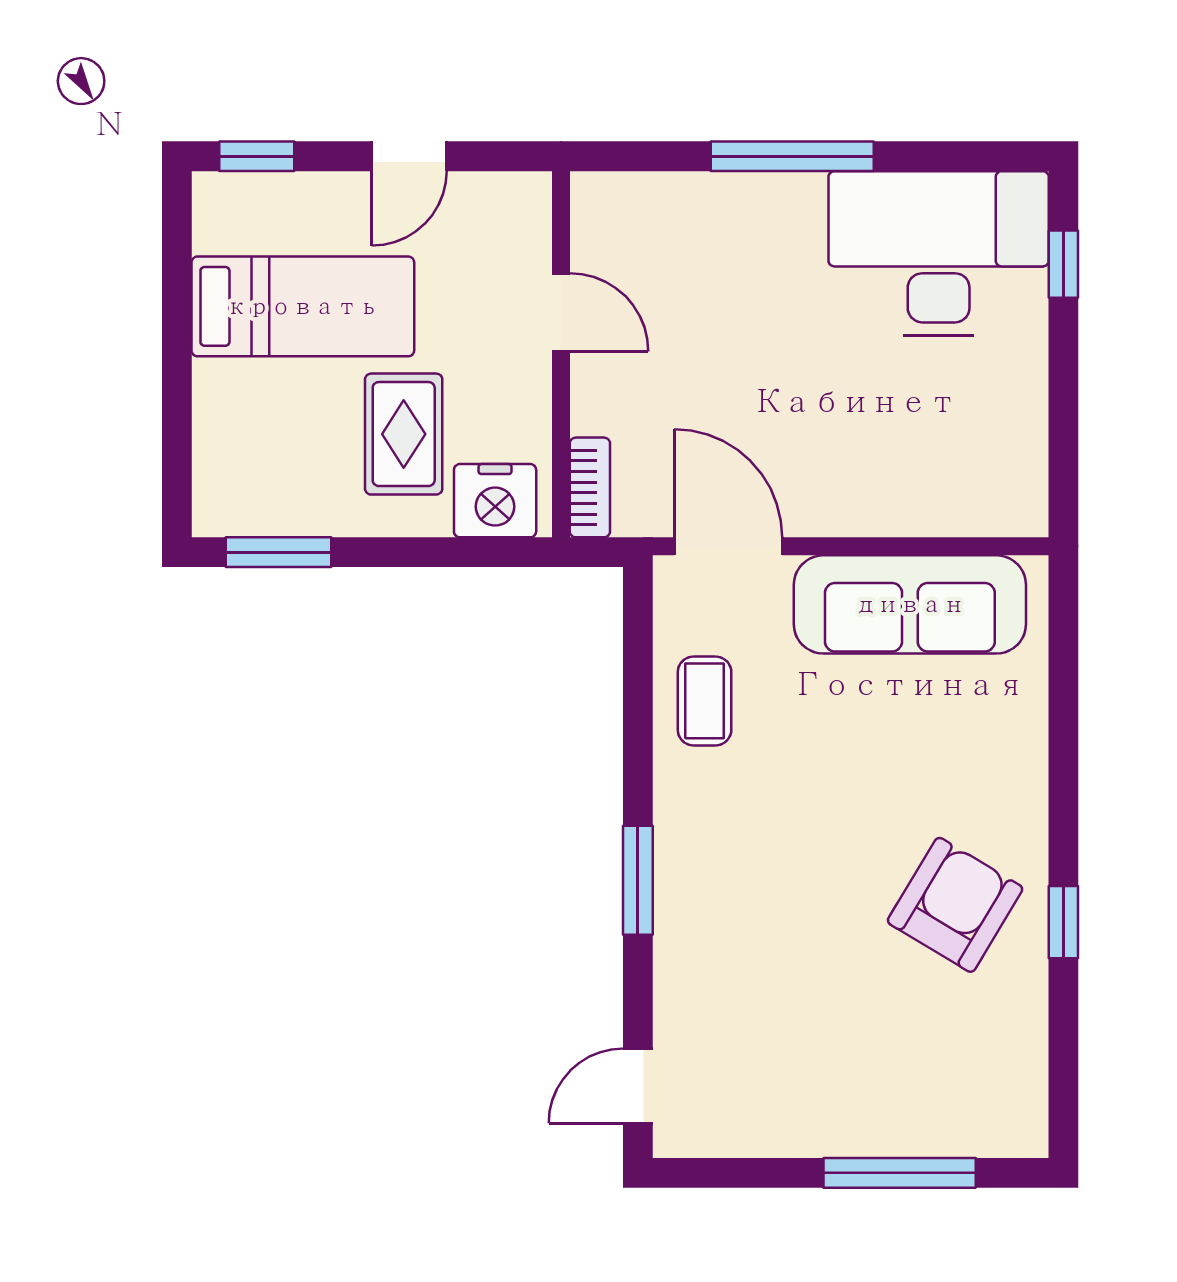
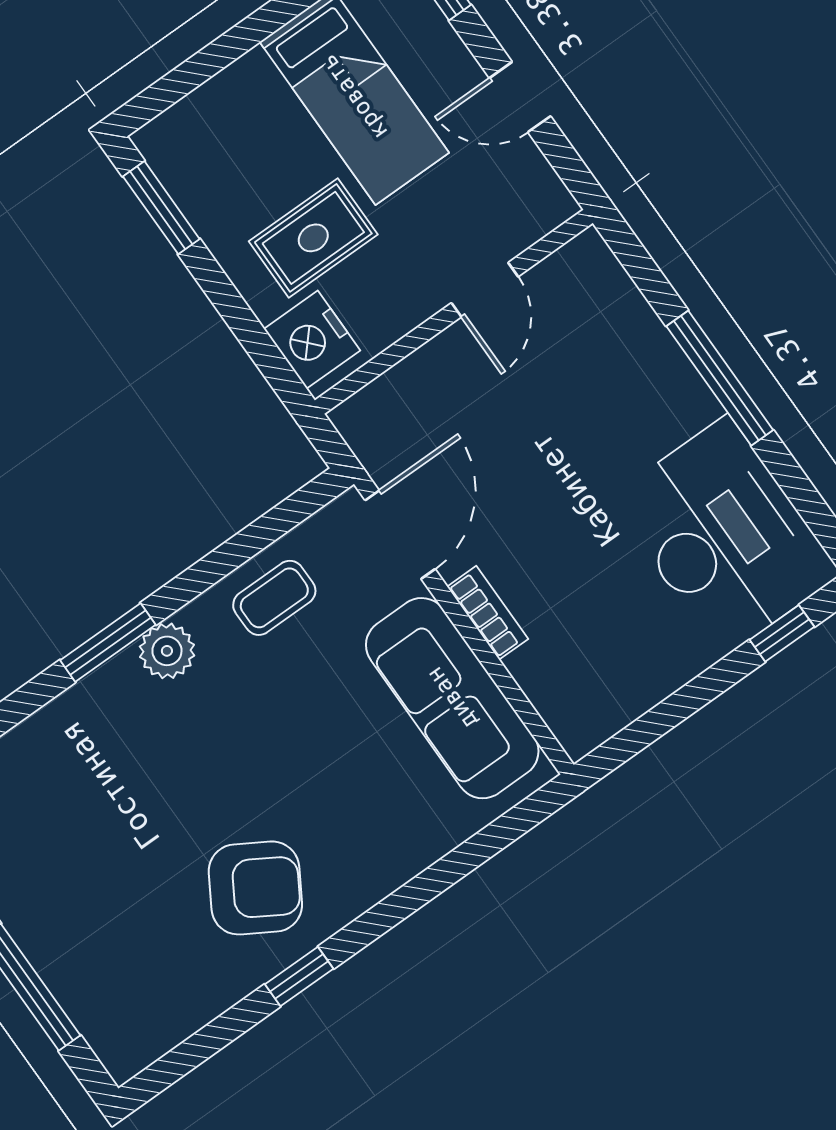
bookcase: (590, 487) -> (488, 613), moved, turned -90
plant: (684, 832) -> (167, 651), added

